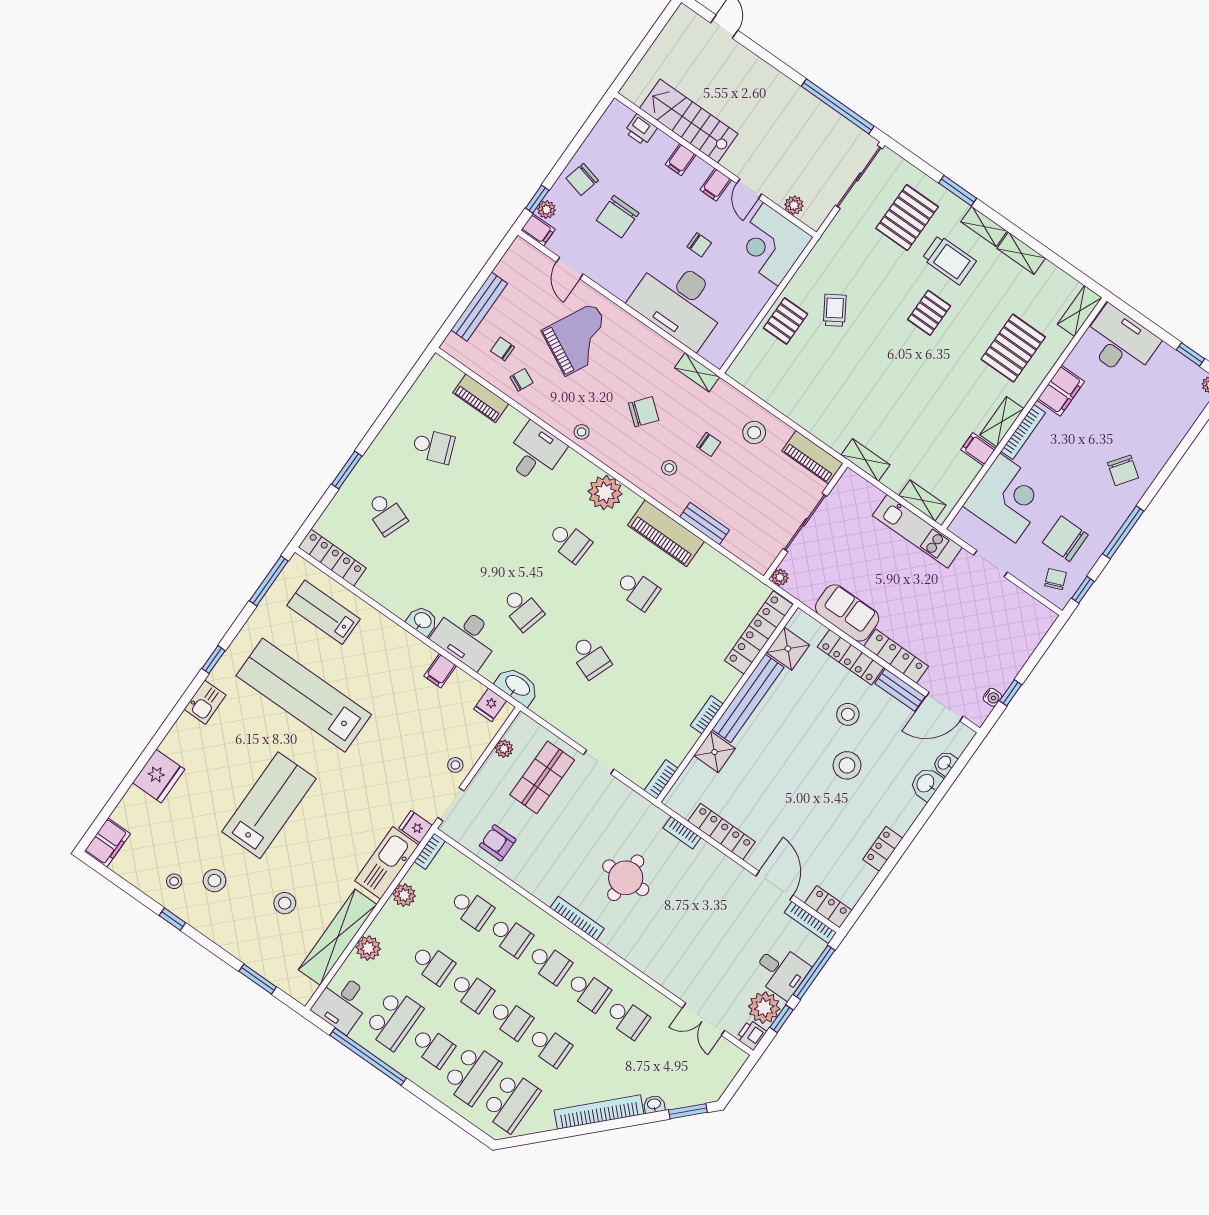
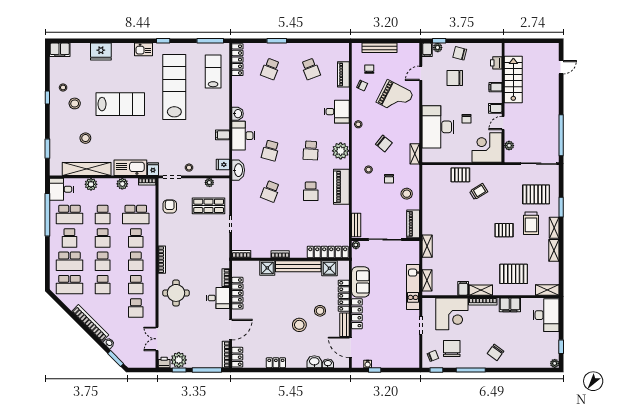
bench: (705, 523) -> (356, 225), moved
round table: (626, 878) -> (176, 293), moved
school desk: (471, 909) -> (136, 215), width x1.85
desk: (781, 971) -> (218, 298), moved, turned -90

